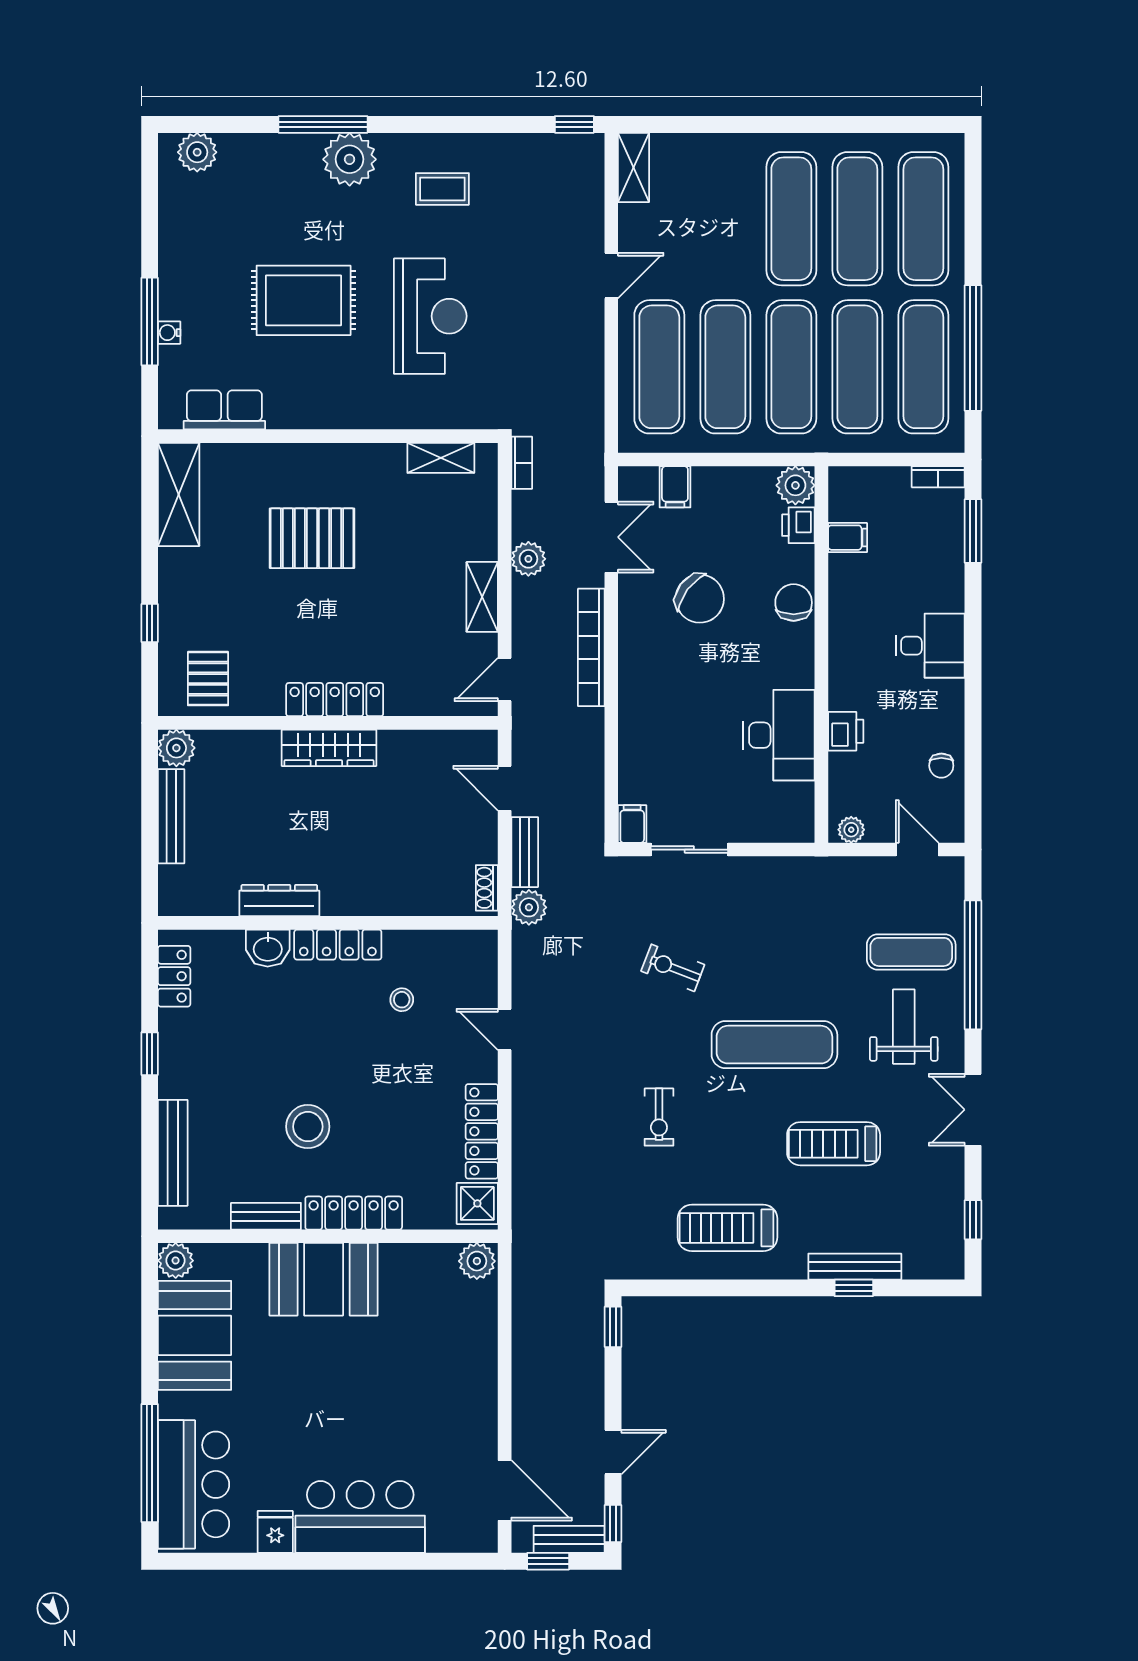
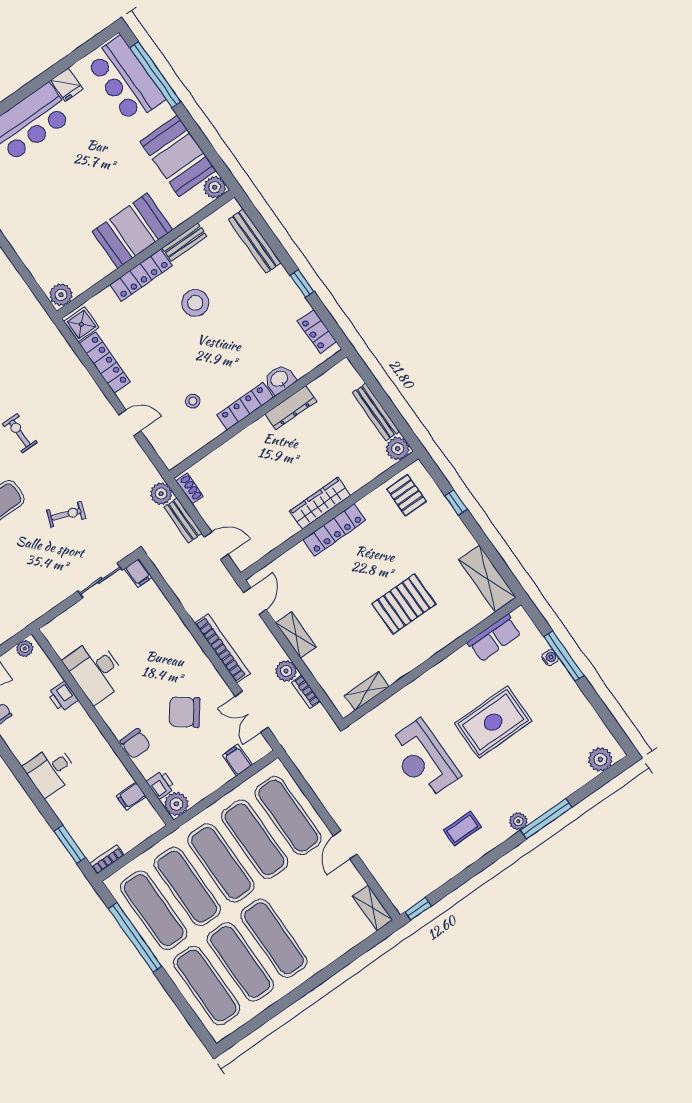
plant: (350, 159) -> (518, 821), width x0.53, depth x0.53
bookcase: (522, 463) -> (306, 692), moved

